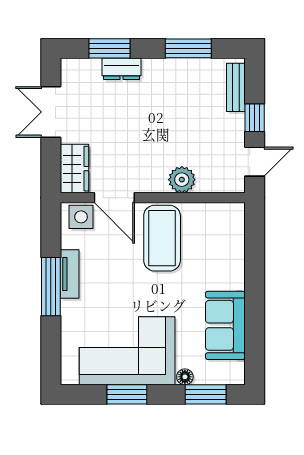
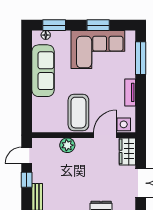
door: (114, 198) -> (105, 135), hinge flipped
window: (51, 287) -> (141, 58), moved
sofa: (225, 325) -> (43, 71), width x1.36
floor lamp: (185, 377) -> (46, 35), moved

